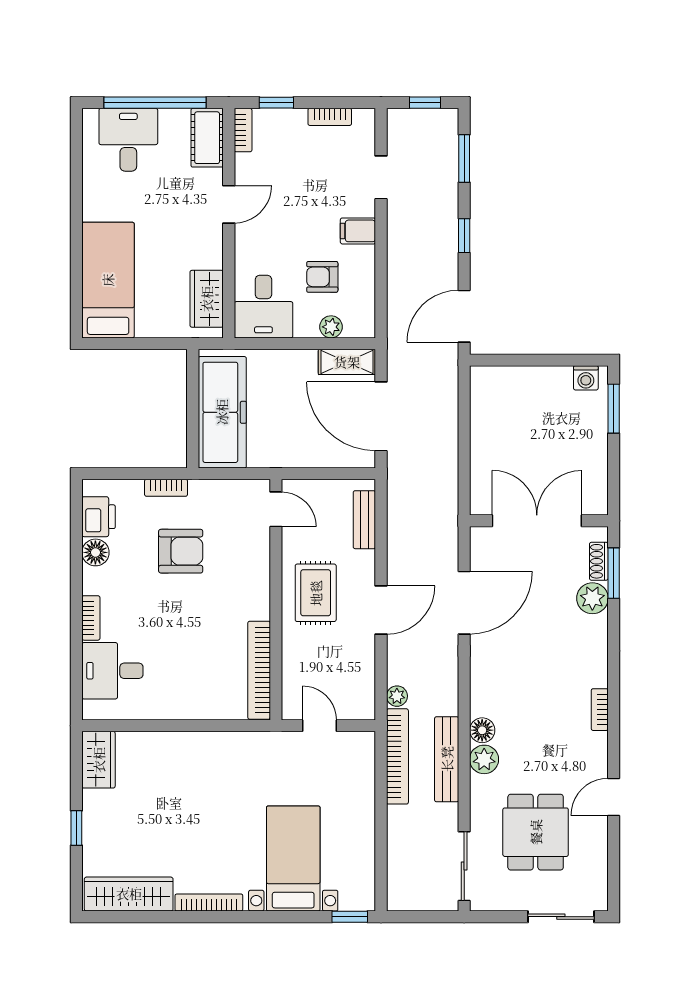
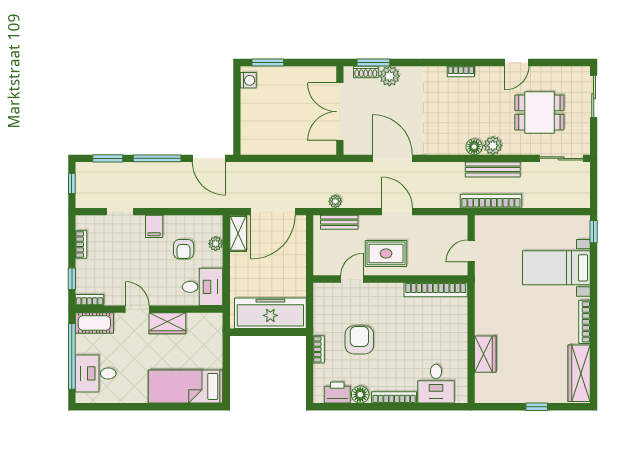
window: (464, 236) -> (157, 158), width x2.17
wardrobe: (207, 299) -> (167, 323), moved
door: (276, 509) -> (352, 279), moved
bookcase: (91, 618) -> (394, 397), width x1.56
plant: (397, 696) -> (335, 201), moved
wardrobe: (99, 760) -> (485, 354), moved, turned 90
door: (614, 797) -> (517, 63), hinge flipped

